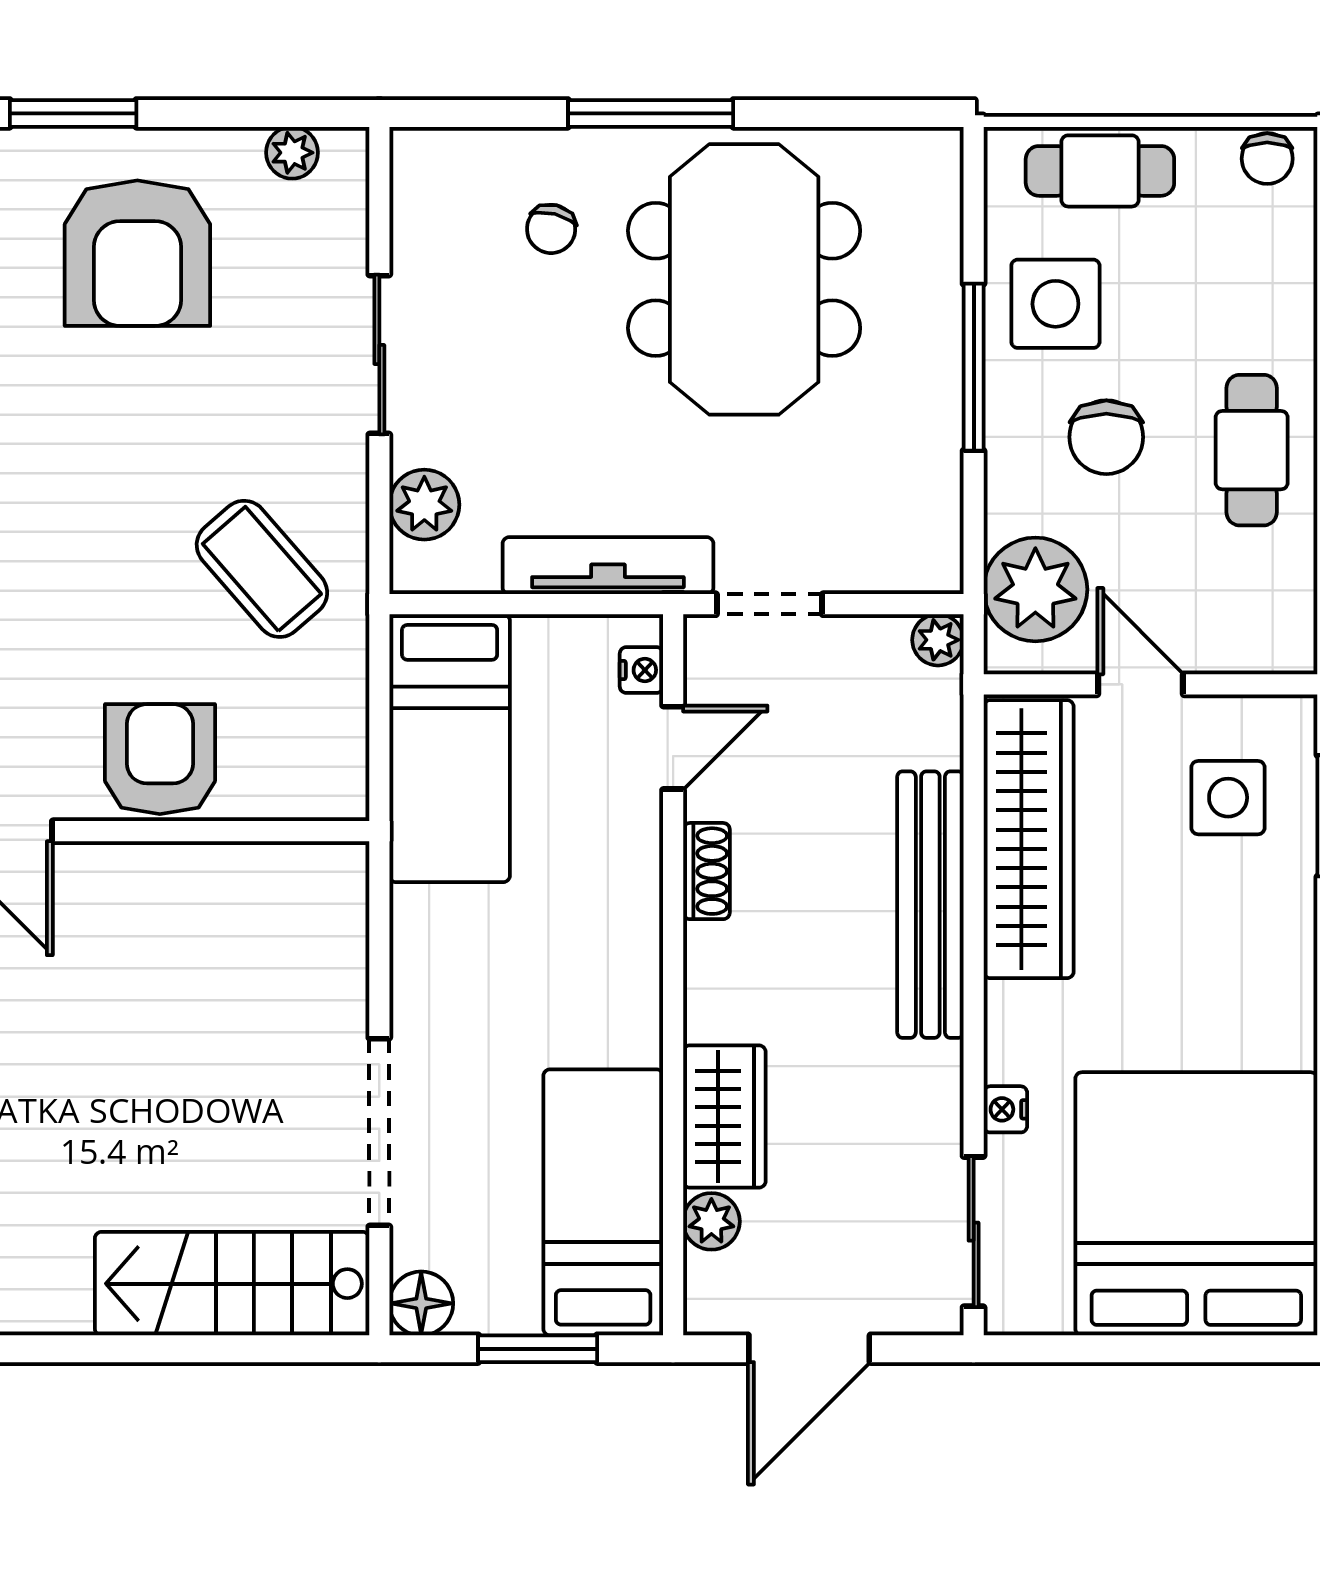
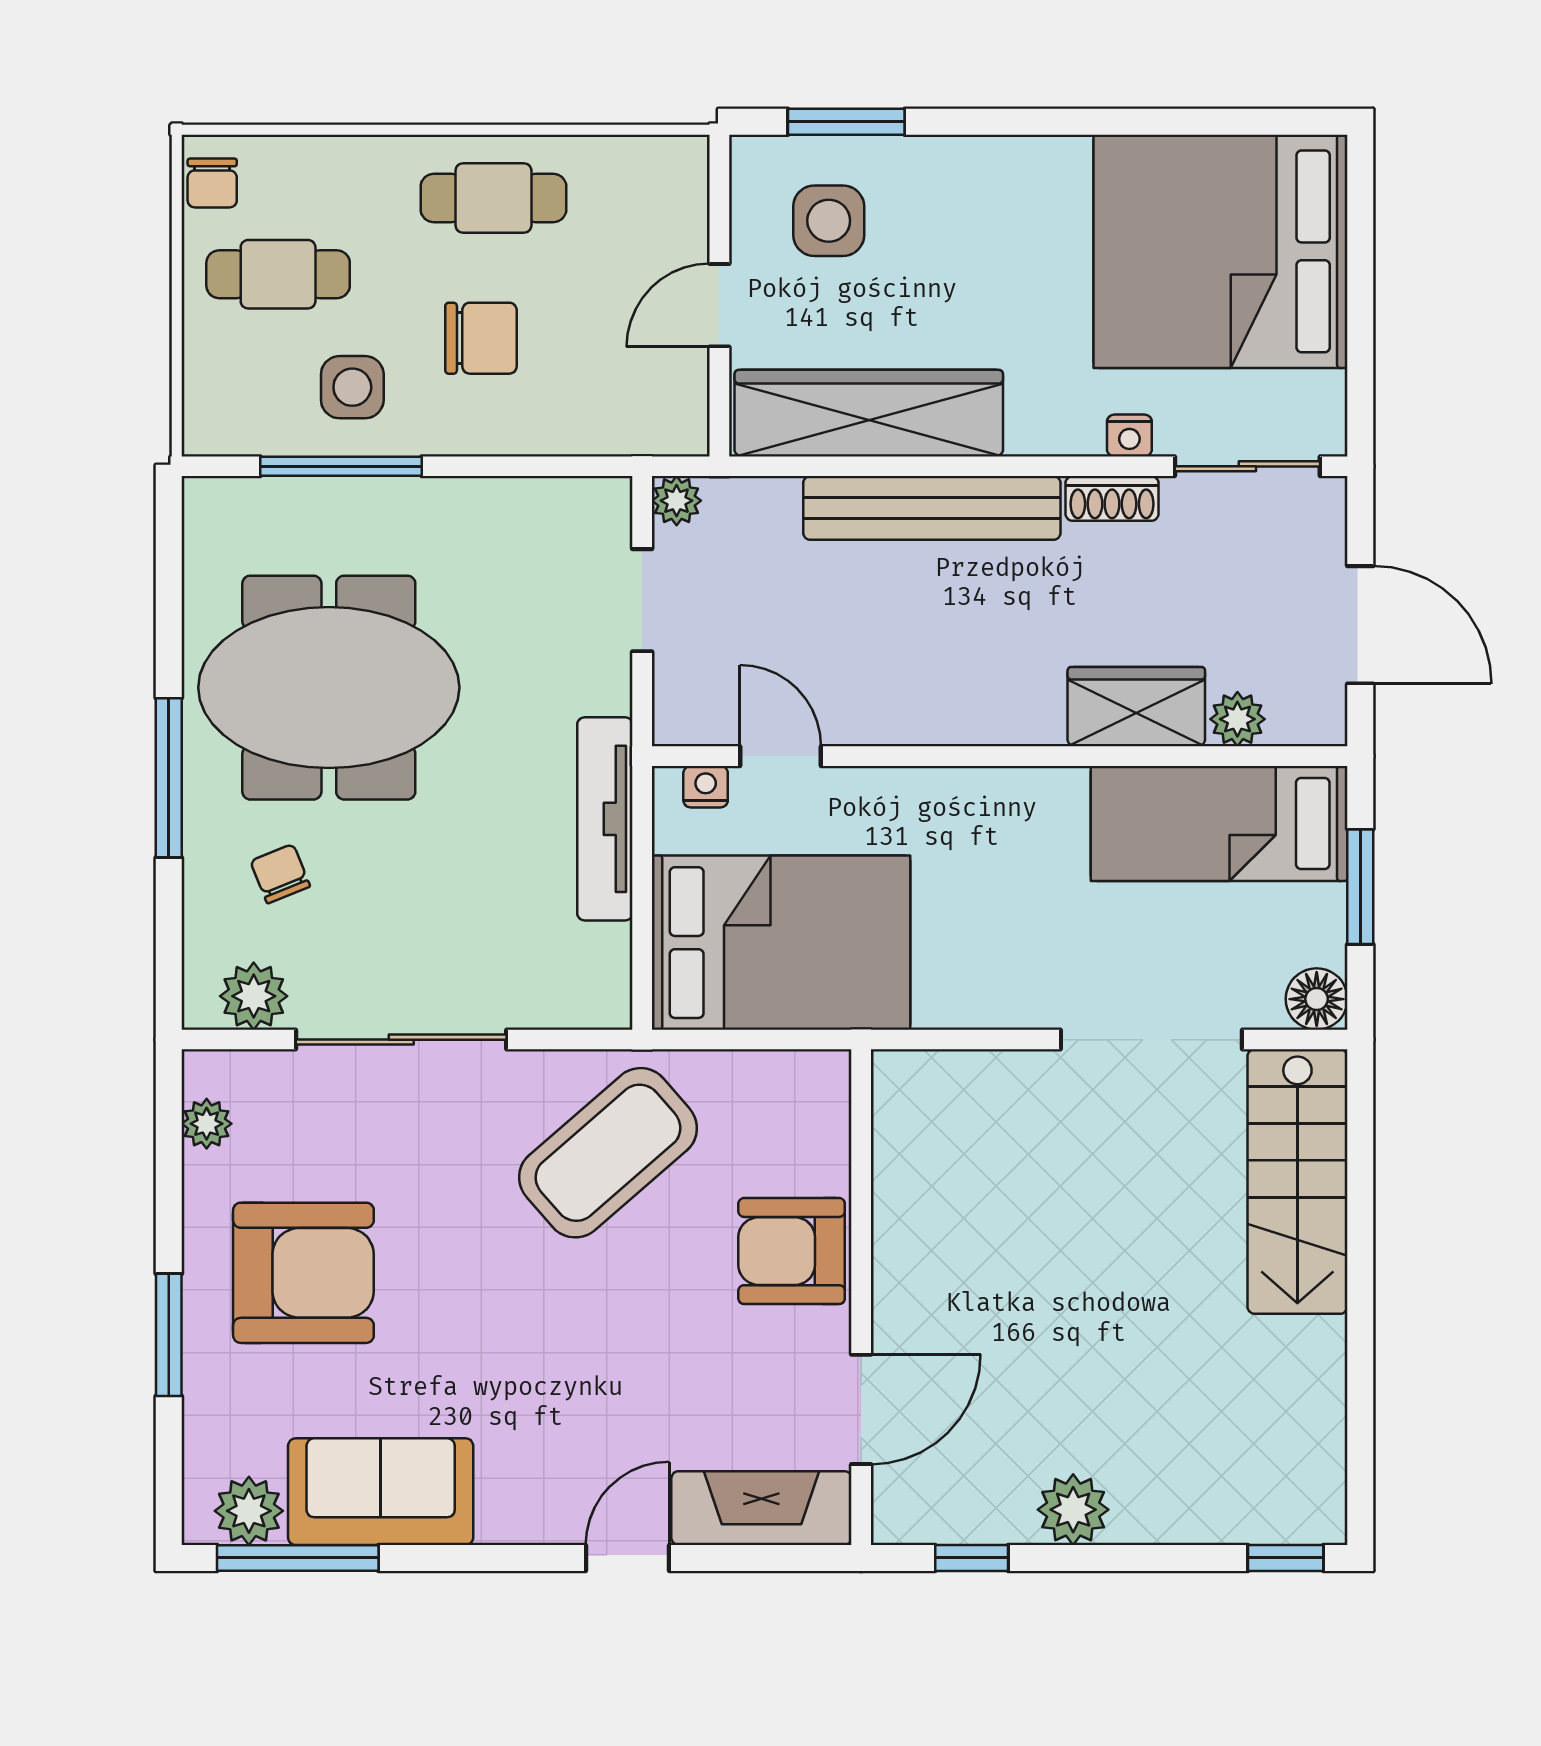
chair: (1267, 159) -> (212, 183), turned 90
cafe table: (1100, 171) -> (278, 274), moved, turned 90
chair: (551, 229) -> (280, 874), turned -126
side table: (1055, 304) -> (352, 387), width x0.73, depth x0.73
sliding door: (379, 354) -> (401, 1040), width x1.37
window: (974, 367) -> (341, 466), moved
plant: (424, 505) -> (254, 996), moved
coffee table: (262, 569) -> (608, 1153), width x1.36, depth x1.32
plant: (1035, 589) -> (628, 407), removed
doorway: (769, 604) -> (642, 600), moved
bed: (450, 748) -> (781, 943), width x1.50
shoe rack: (706, 871) -> (1112, 498), moved, turned 180

